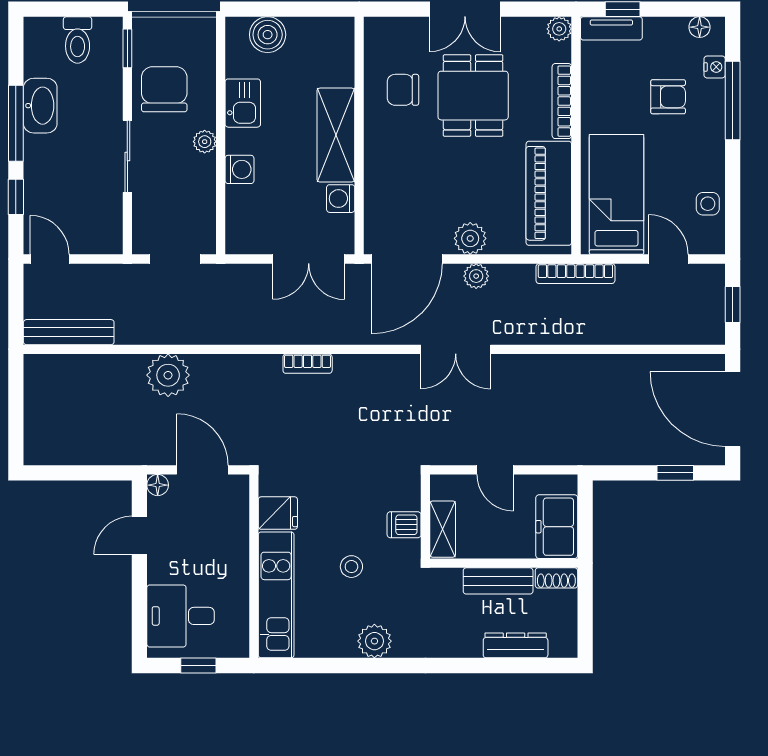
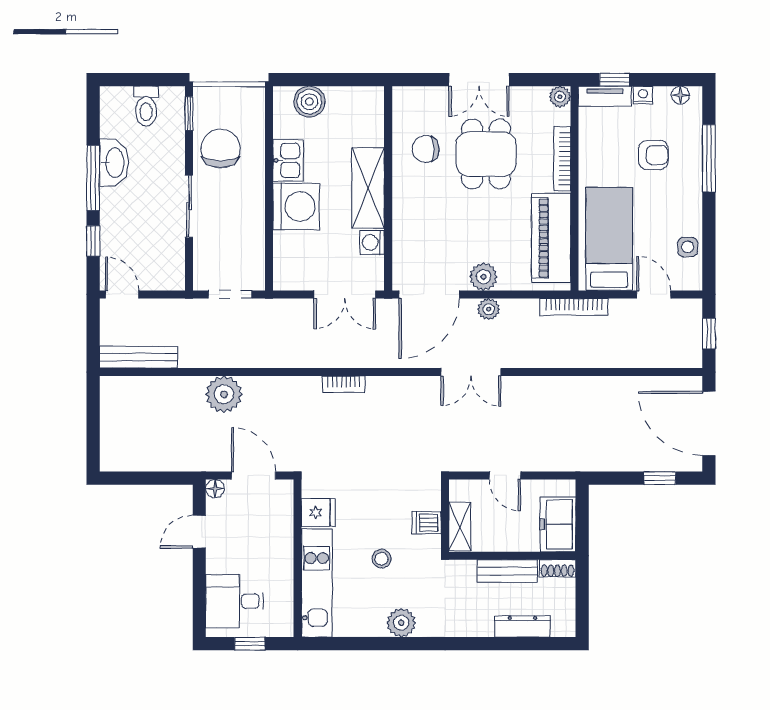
nightstand: (715, 67) -> (643, 95), moved, turned -90
plant: (205, 142) -> (255, 194), removed
washing machine: (239, 169) -> (296, 207), width x1.89, depth x1.89

